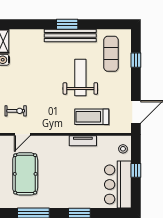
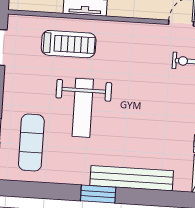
bench: (70, 36) -> (132, 178), moved

